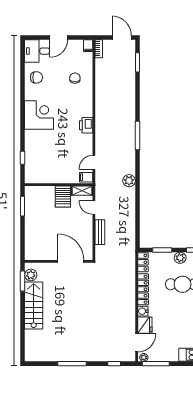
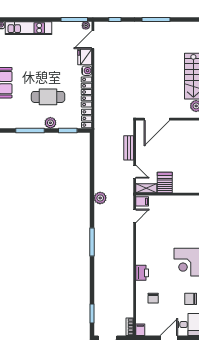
printer: (86, 125) -> (142, 273), moved
door: (71, 261) -> (157, 119), hinge flipped

